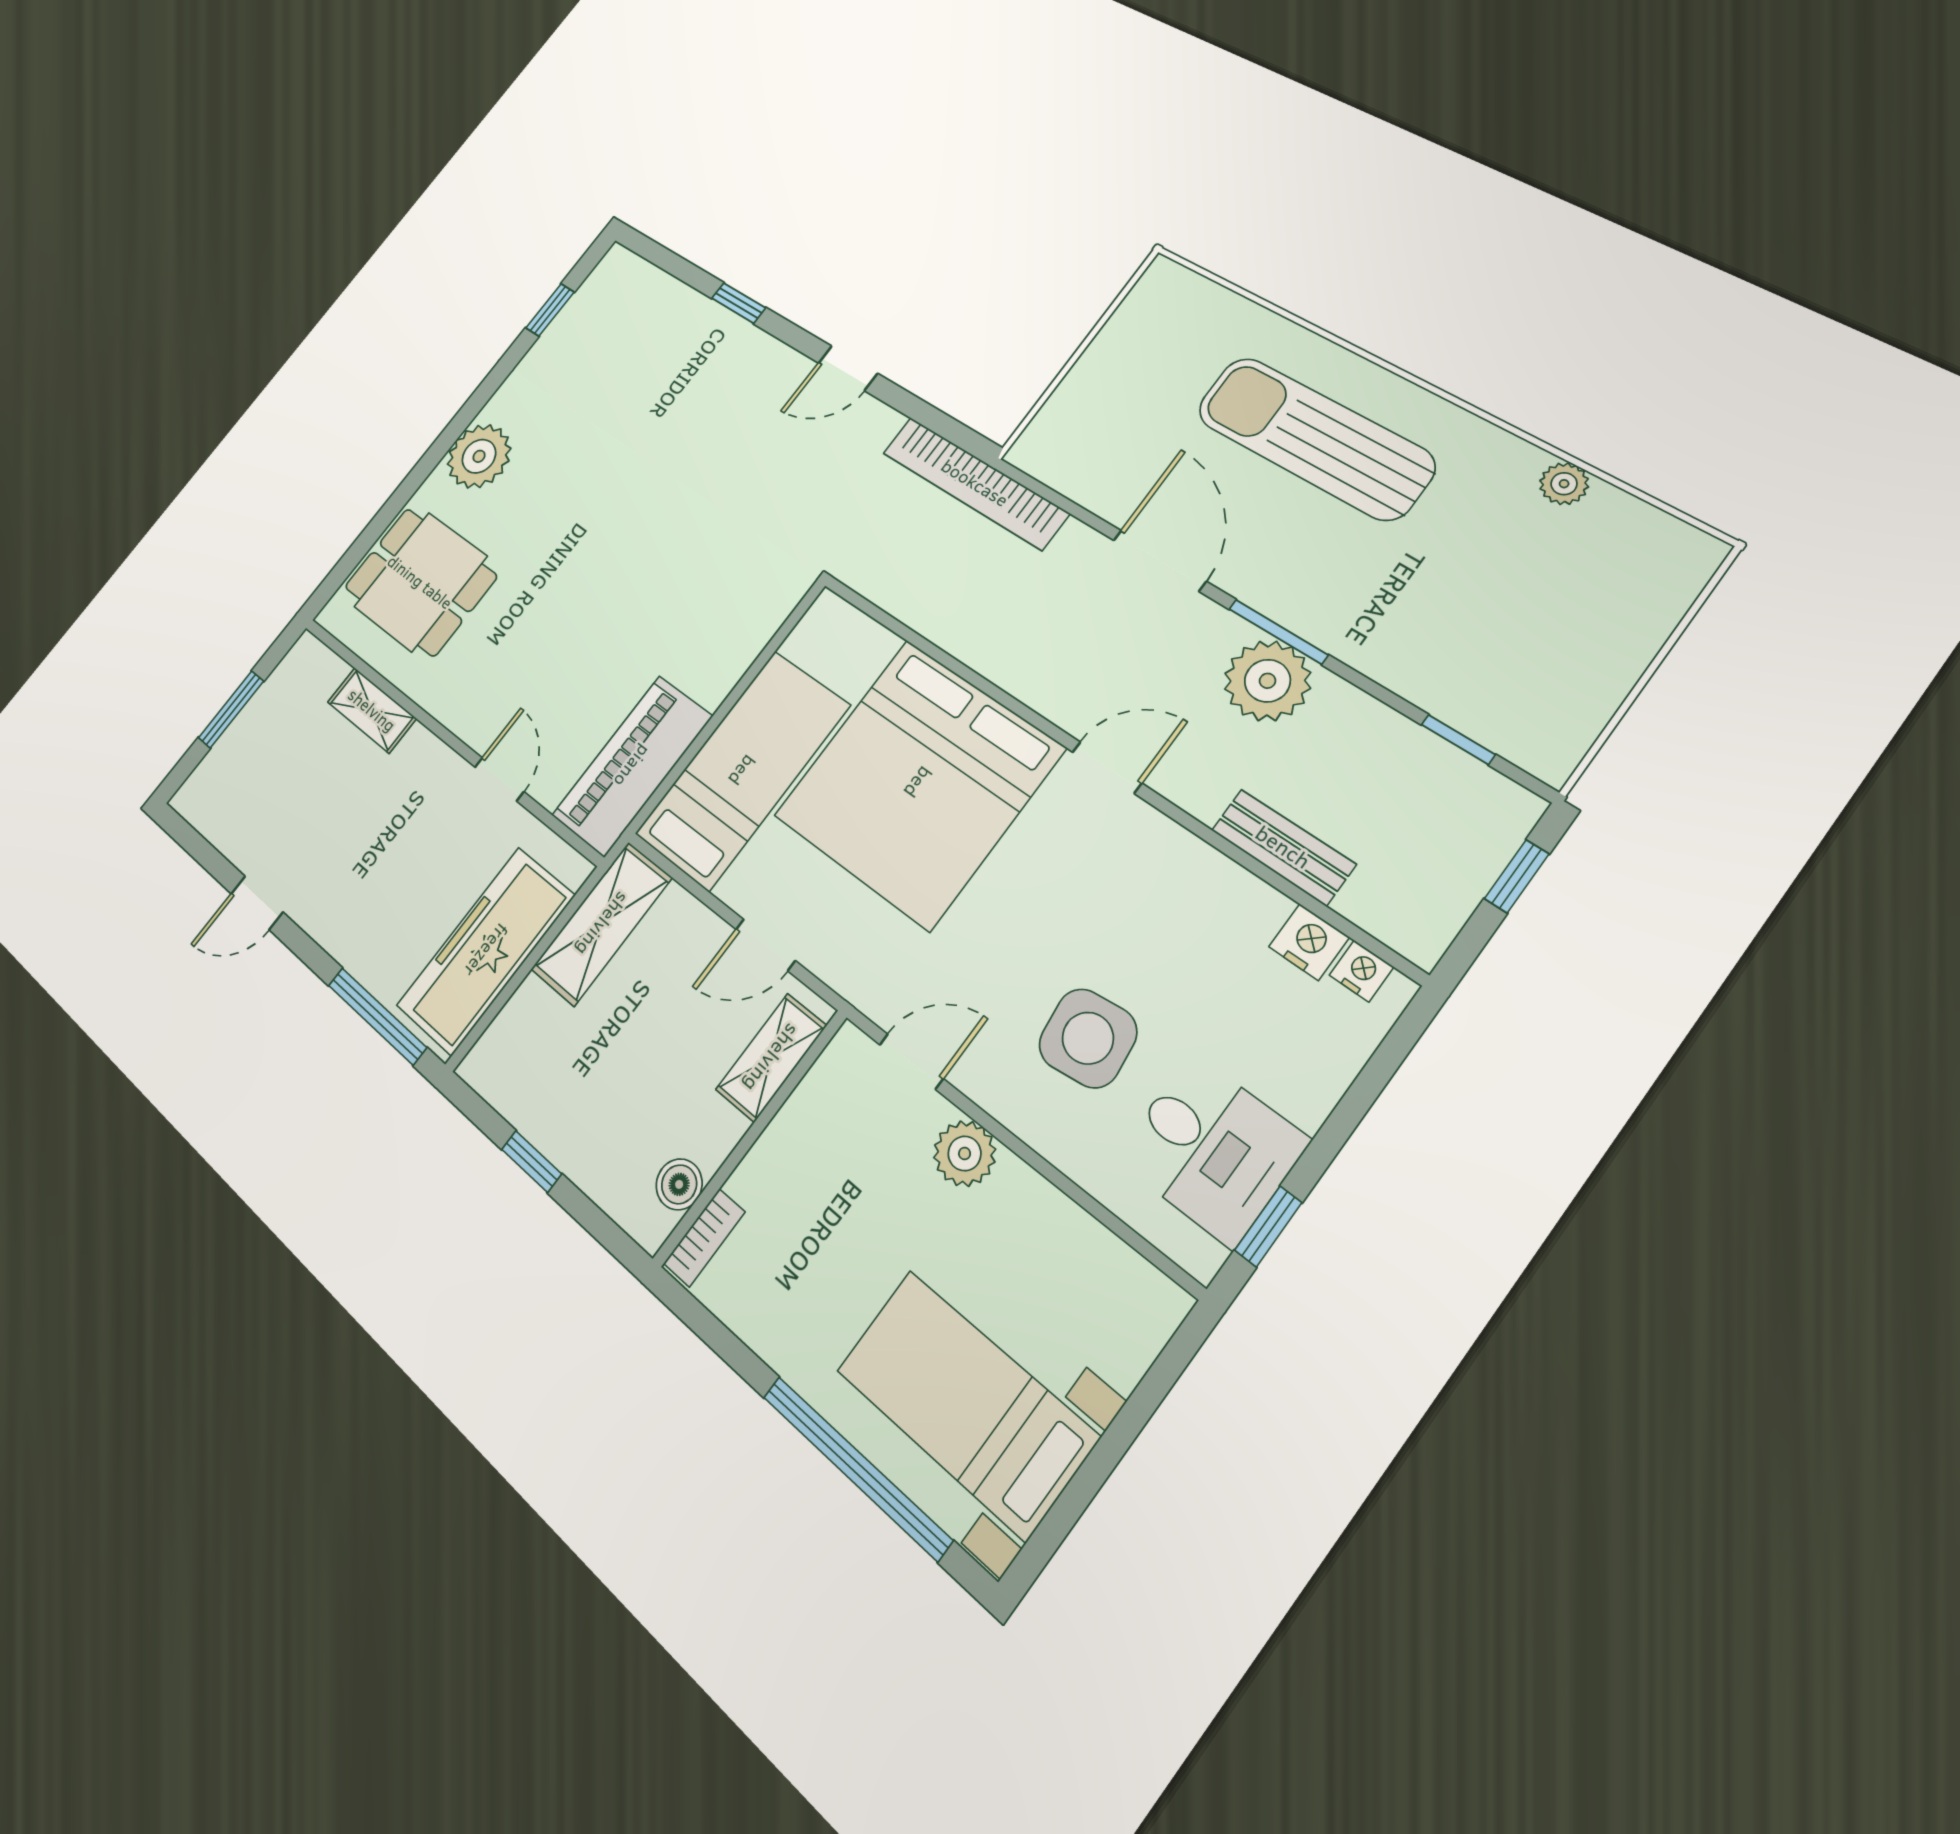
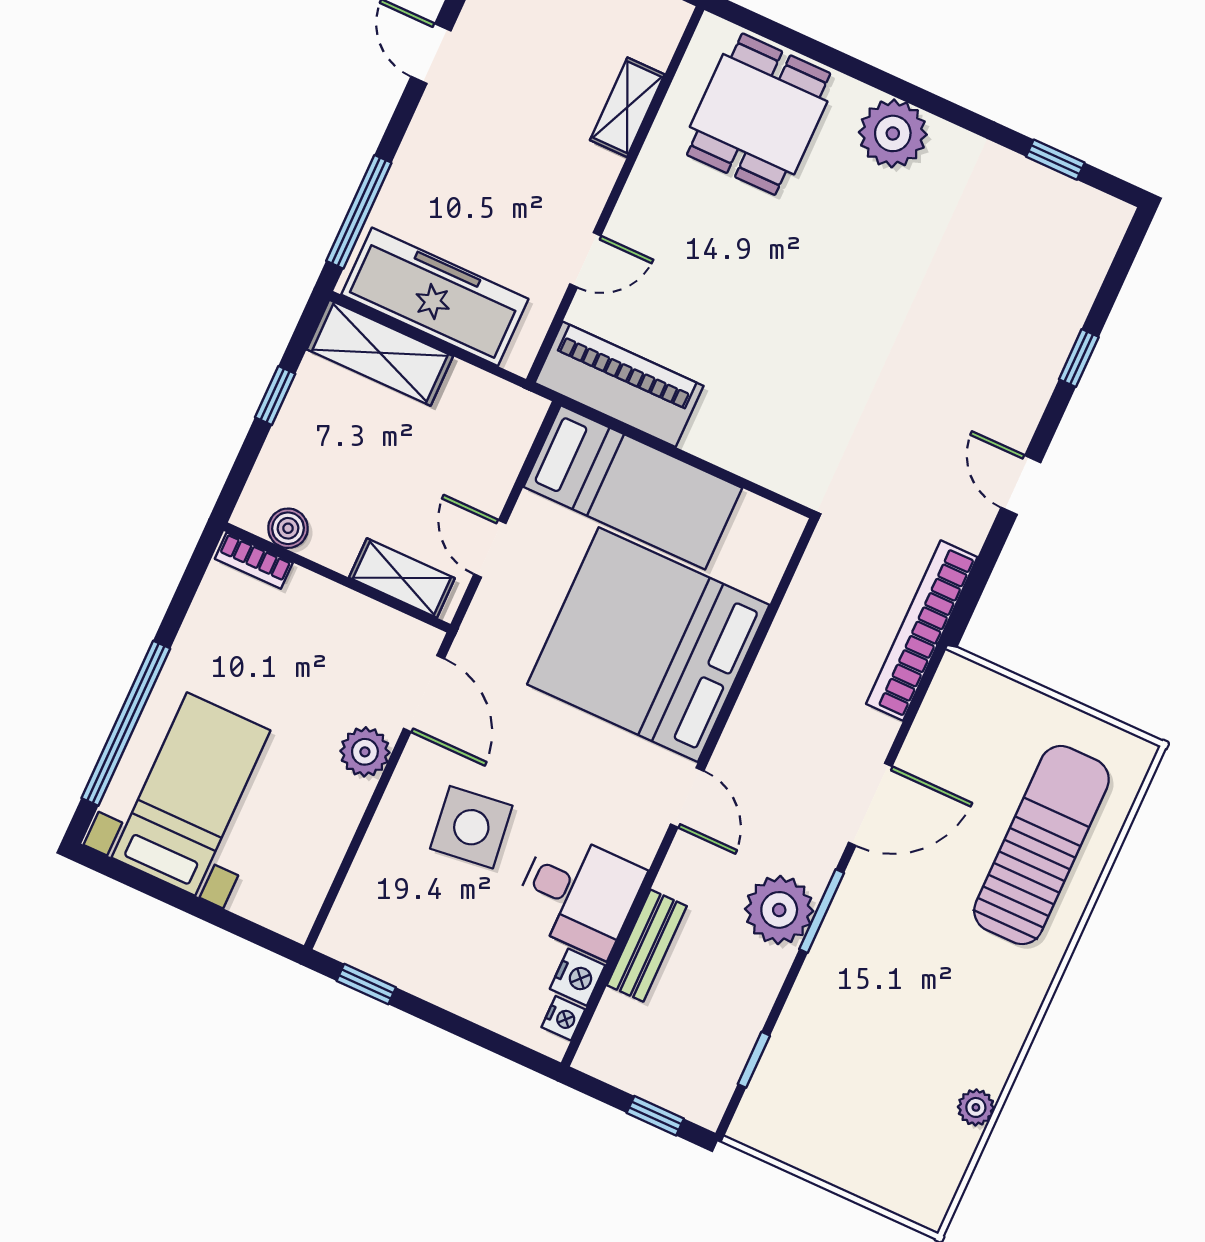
sun lounger: (1315, 438) -> (1041, 845), moved
shelving: (602, 924) -> (380, 353), moved
door: (911, 1062) -> (424, 694), width x1.38
desk: (1212, 1149) -> (578, 894), moved, turned -90

